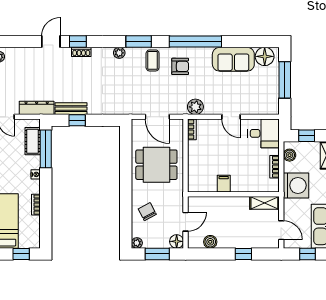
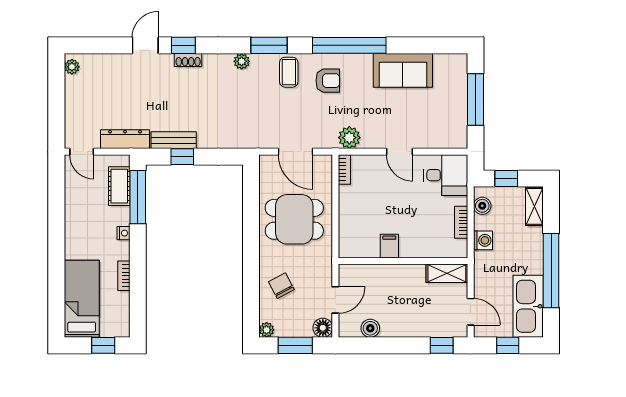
floor lamp: (265, 56) -> (447, 66), removed
washing machine: (296, 185) -> (483, 240), width x0.53, depth x0.53
window: (243, 254) -> (442, 345), moved

